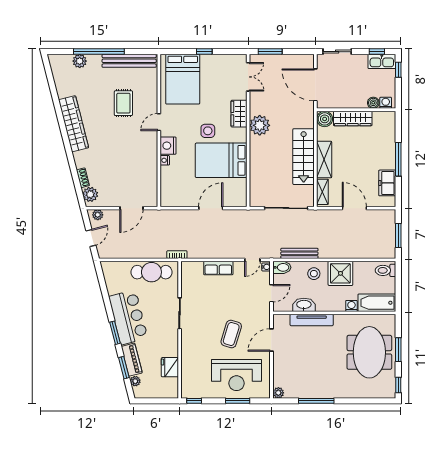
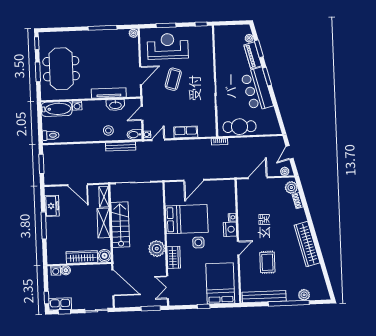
shower: (340, 273) -> (87, 132), removed
fridge: (170, 367) -> (222, 51), removed

